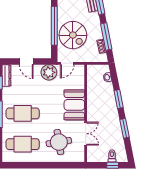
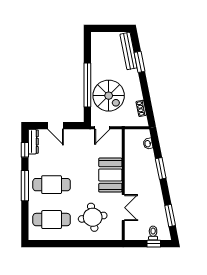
window: (106, 37) -> (147, 97), removed
plant: (49, 72) -> (81, 138), removed
window: (124, 128) -> (170, 216), moved

